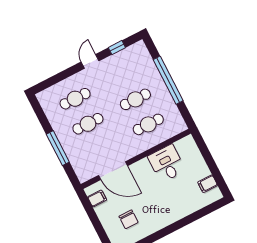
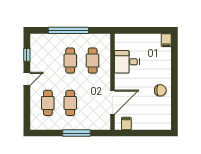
door: (90, 61) -> (27, 79), swing flipped
filing cabinet: (208, 184) -> (166, 40), moved
chair: (129, 219) -> (160, 90), moved

